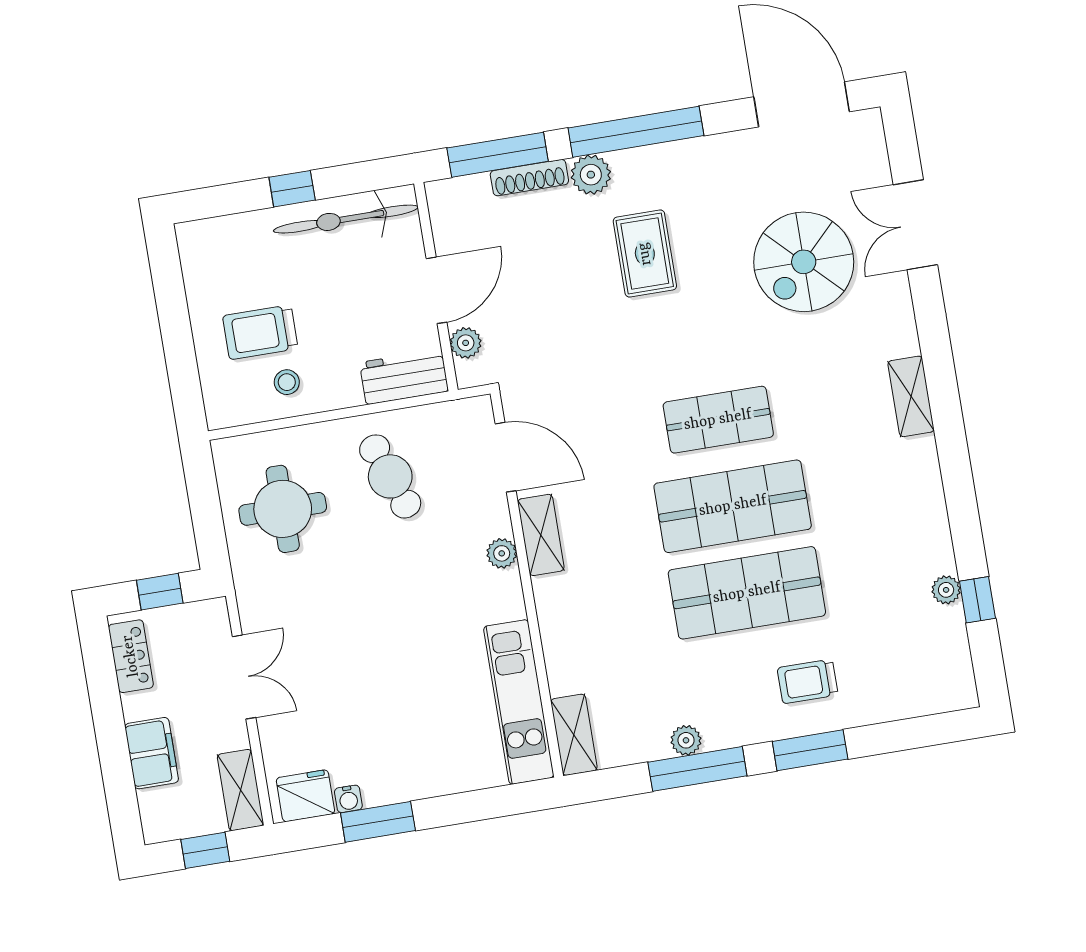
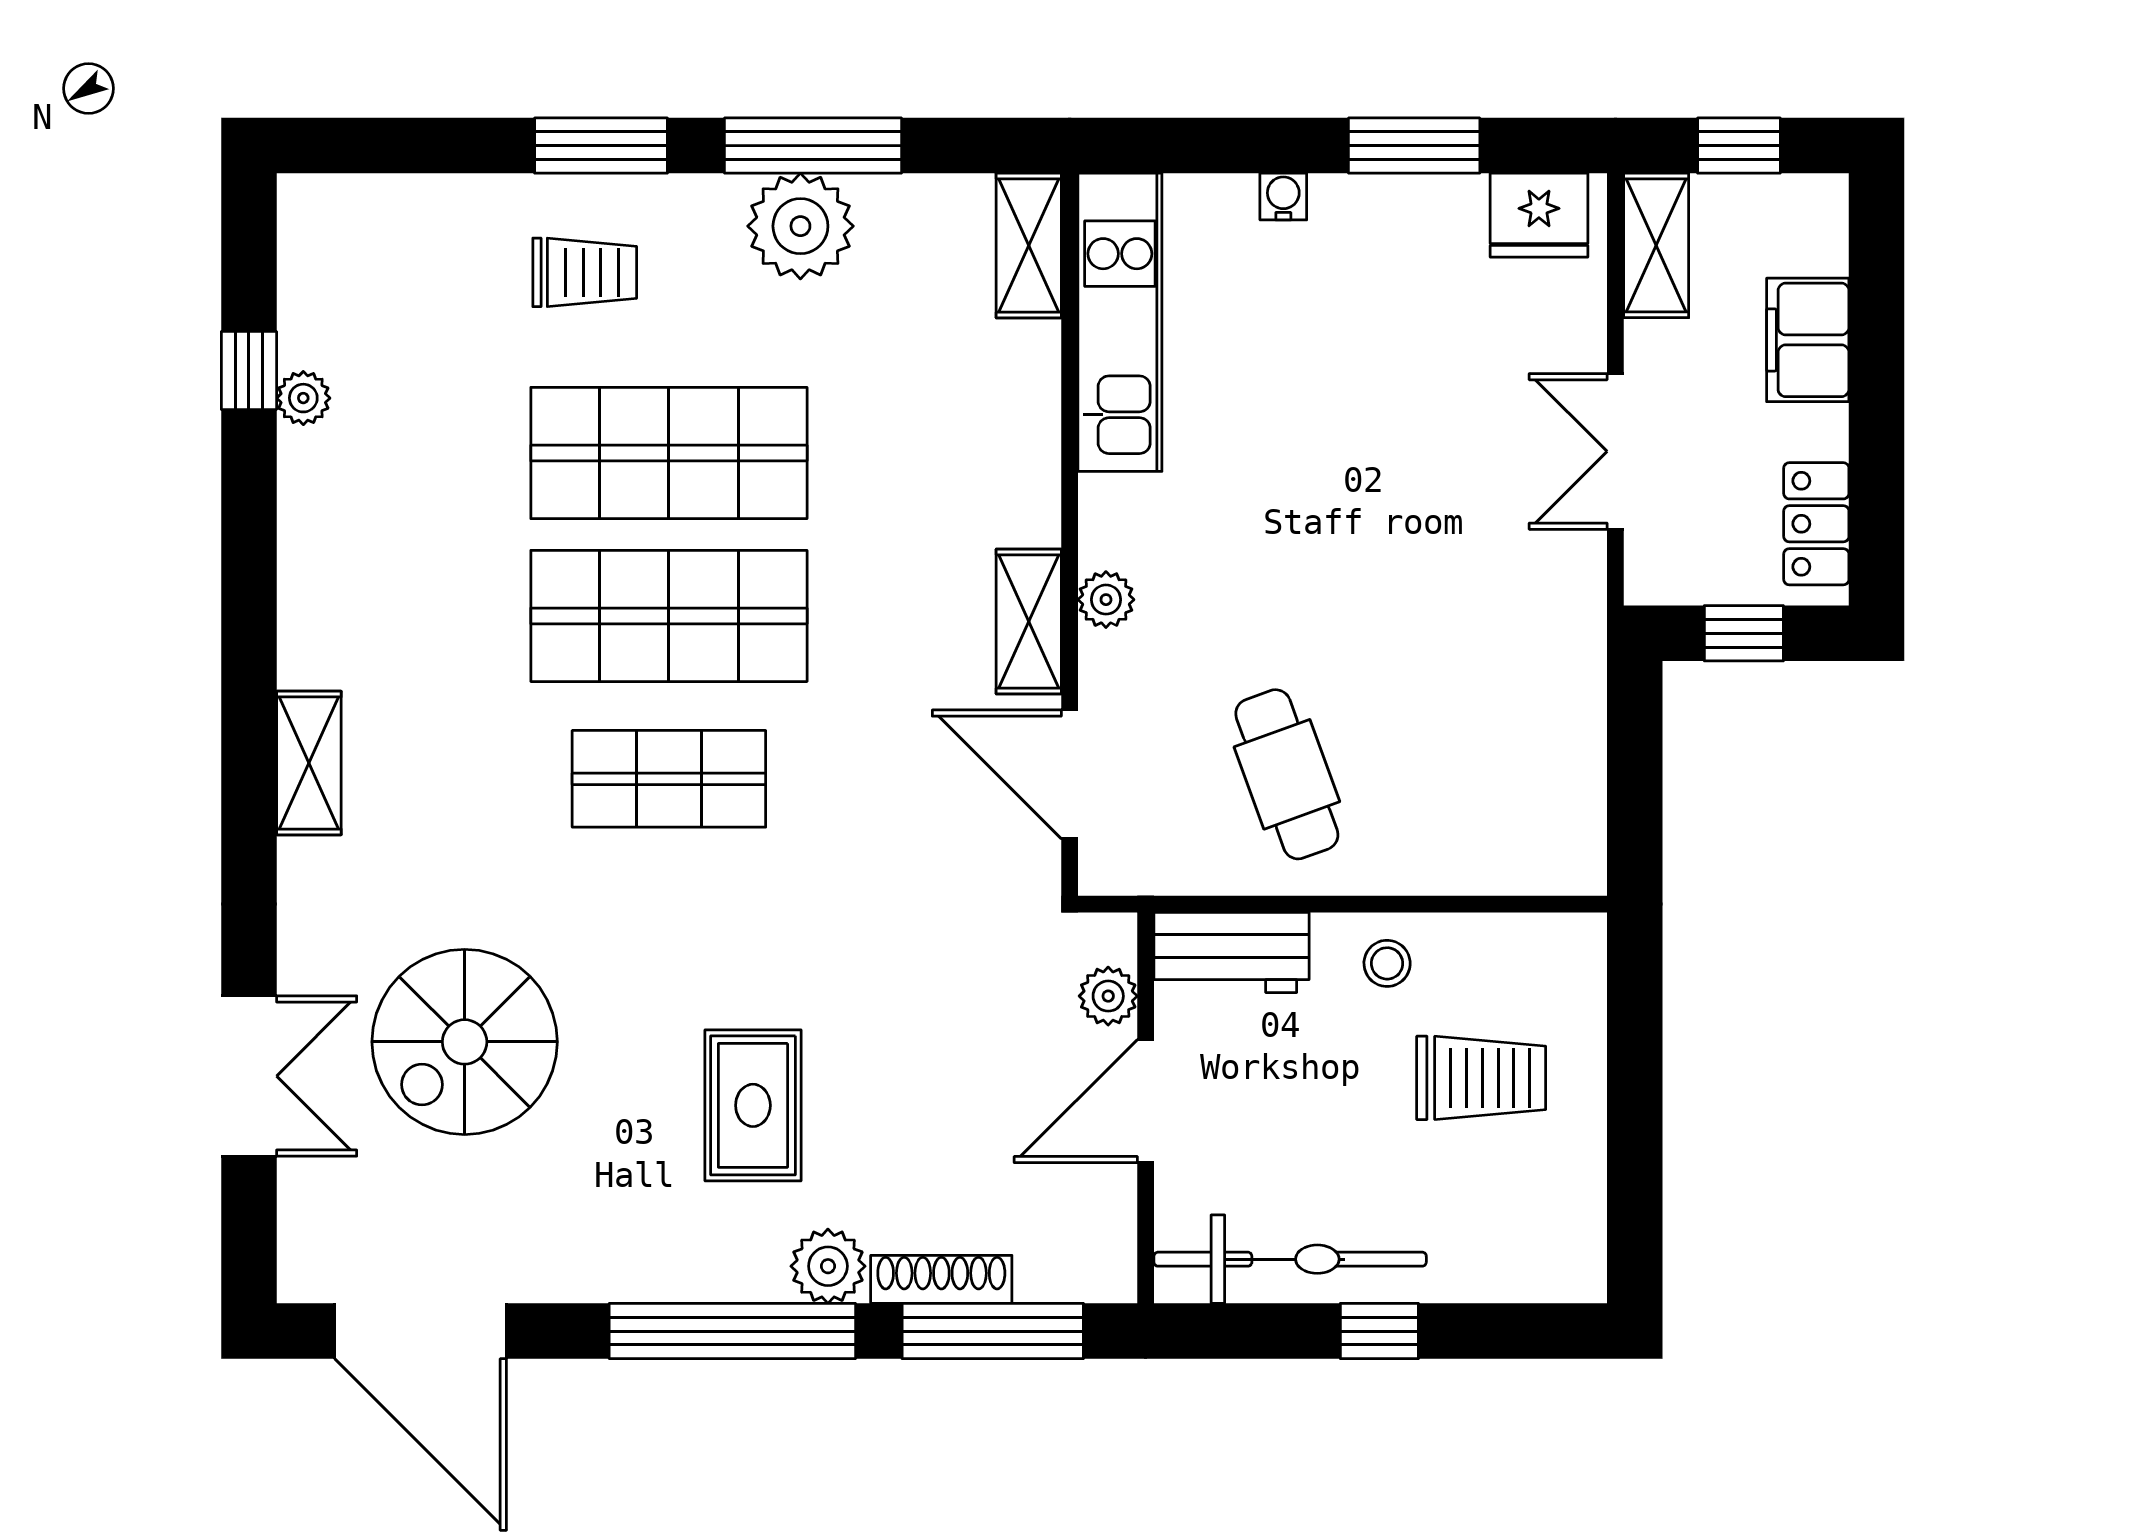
spiral stairs: (804, 262) -> (465, 1042), turned 180
stool: (287, 382) -> (1387, 963), moved
round table: (283, 509) -> (1494, 747), removed
plant: (686, 740) -> (800, 226), width x1.88, depth x1.88
water cooler: (348, 799) -> (1283, 197), moved

